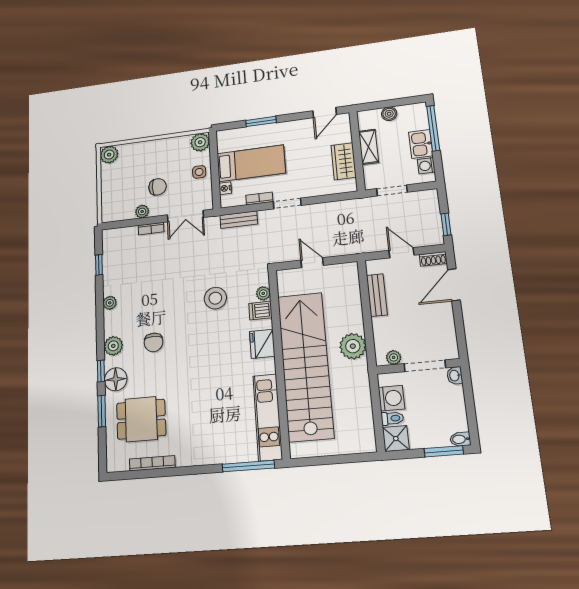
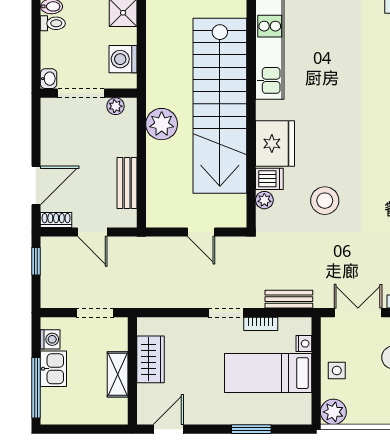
boiler: (389, 114) -> (88, 415), removed
fridge: (262, 344) -> (275, 144), width x1.36, depth x1.34
toilet: (392, 418) -> (53, 23), moved, turned 180

